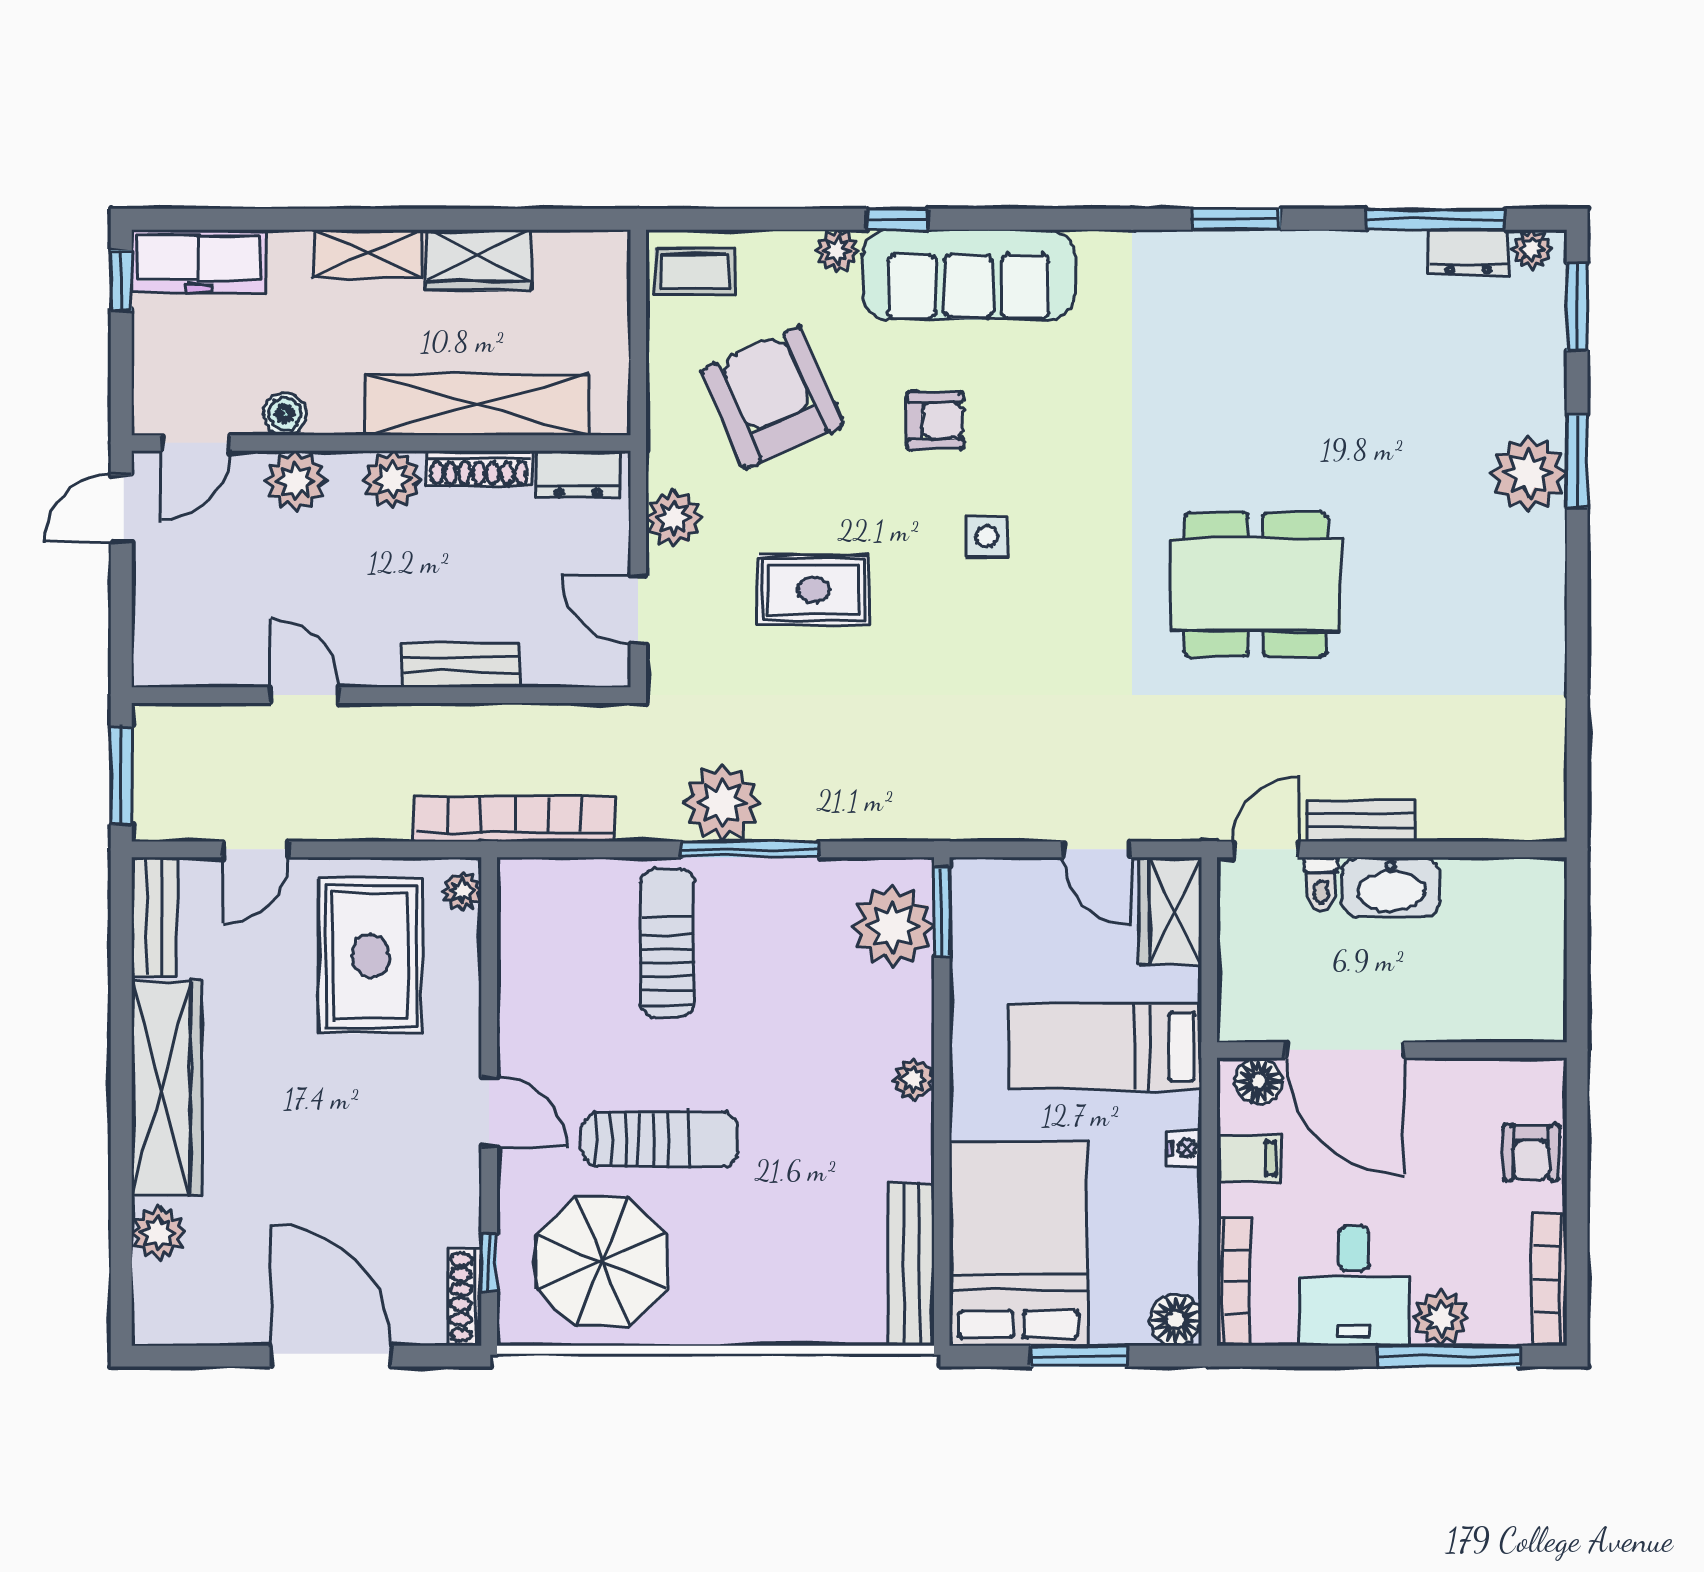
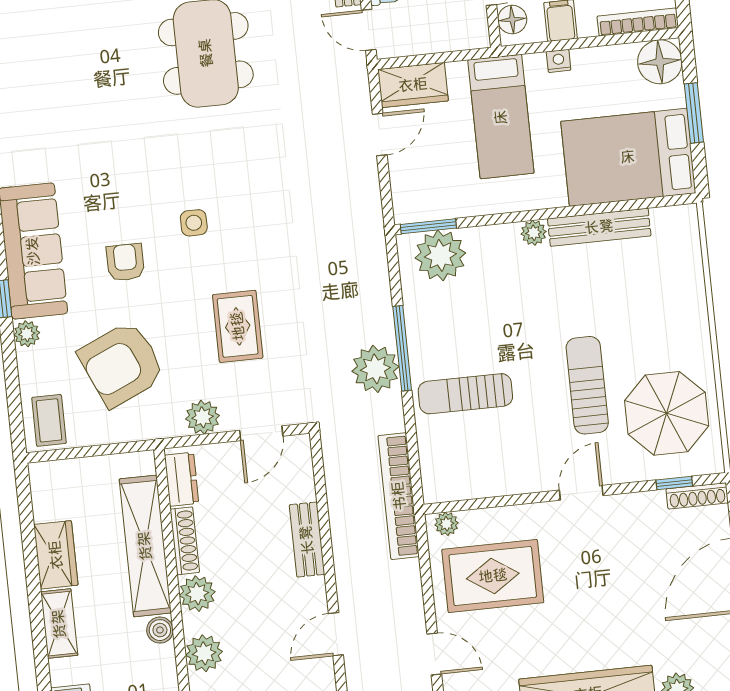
boiler: (285, 414) -> (160, 630), moved
bench: (911, 1264) -> (599, 227), moved
floor lamp: (1176, 1320) -> (660, 62), width x1.38, depth x1.38

